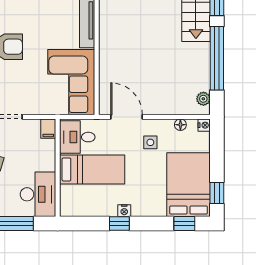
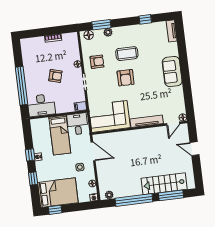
door: (127, 117) -> (93, 151), hinge flipped
window: (184, 224) -> (33, 178), moved

